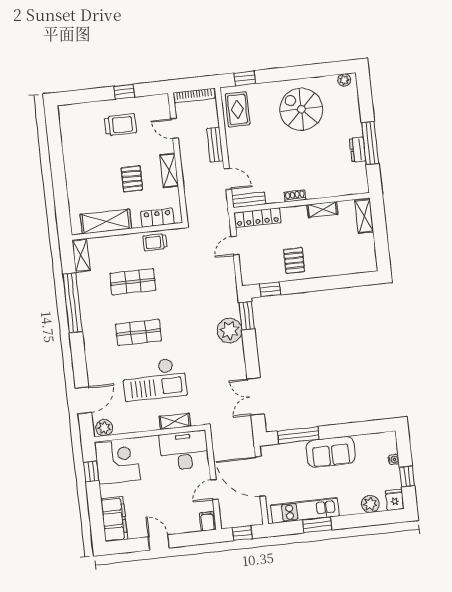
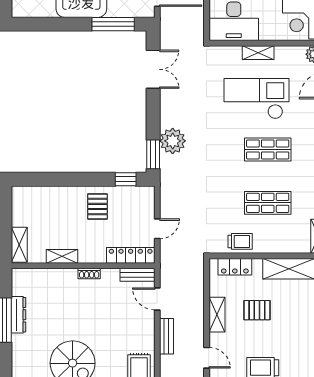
dresser: (358, 150) -> (18, 315), width x1.44
pallet: (132, 179) -> (257, 310), turned 90
shelving: (175, 421) -> (258, 53), moved

